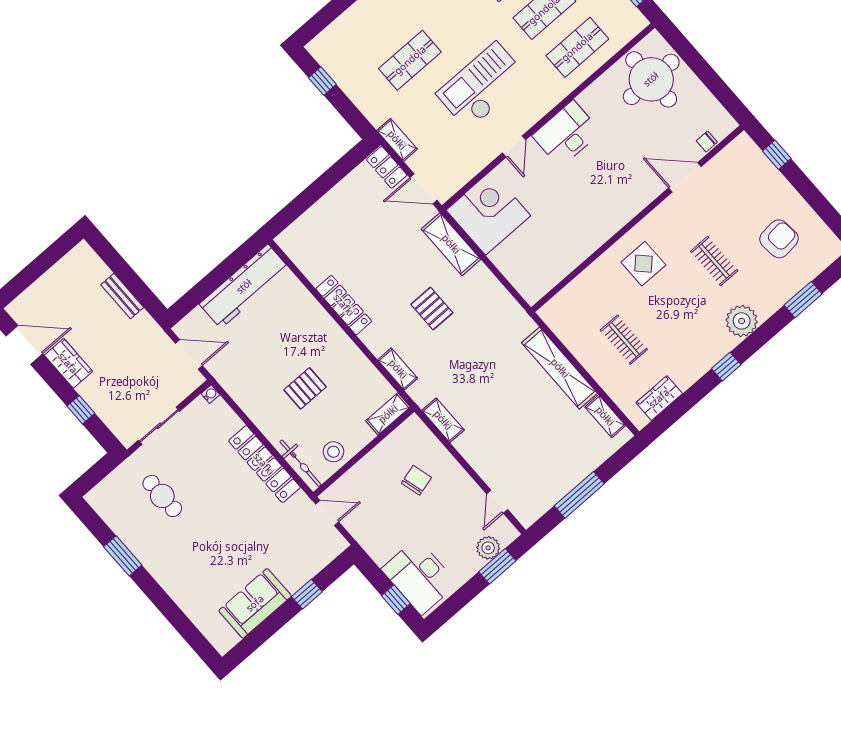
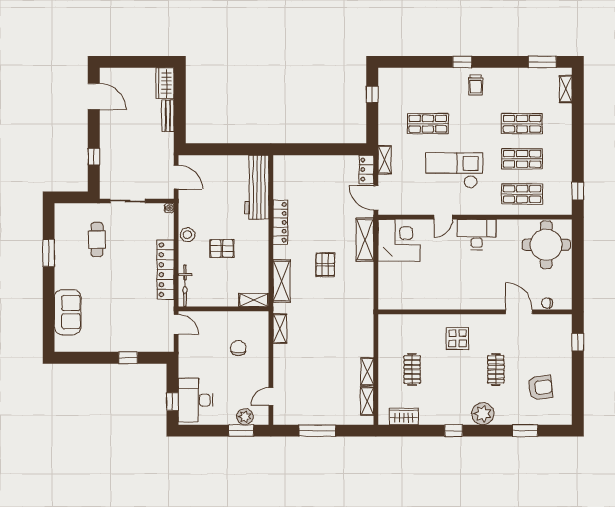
workbench: (244, 286) -> (257, 187), moved, turned 90
wardrobe: (68, 363) -> (165, 83), moved, turned 180
shelving: (560, 368) -> (367, 372), width x0.45, depth x0.75
shelving: (398, 369) -> (282, 281), width x1.50, depth x1.33
stool: (333, 452) -> (187, 235), moved
chair: (416, 480) -> (238, 348), turned -75
sofa: (255, 603) -> (68, 312), moved, turned 90

